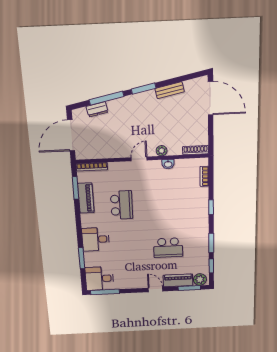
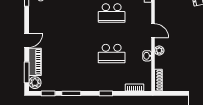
school desk: (168, 248) -> (112, 54), moved, turned -90

